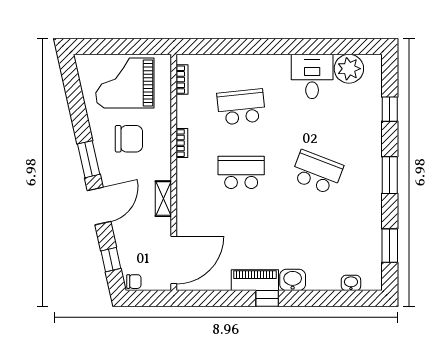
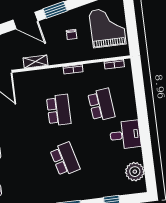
desk: (312, 76) -> (125, 135), moved
chair: (129, 139) -> (72, 34), width x0.54, depth x0.54
school desk: (317, 172) -> (65, 159), turned -36

